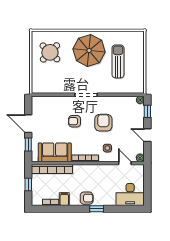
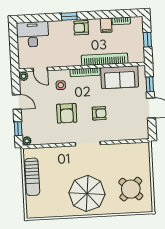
sun lounger: (118, 61) -> (32, 177), moved
bookcase: (52, 169) -> (105, 59), moved

